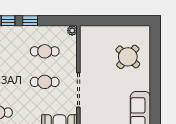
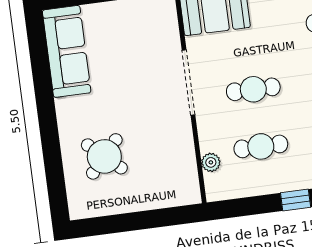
plant: (72, 31) -> (211, 162), moved

